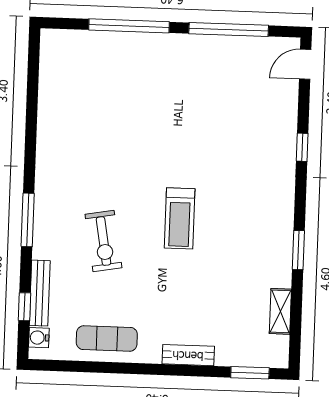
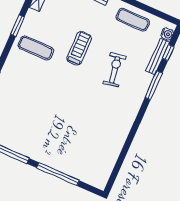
treadmill: (180, 218) -> (79, 48), moved
window: (28, 220) -> (154, 85), moved
exercise mat: (252, 225) -> (36, 48), added

